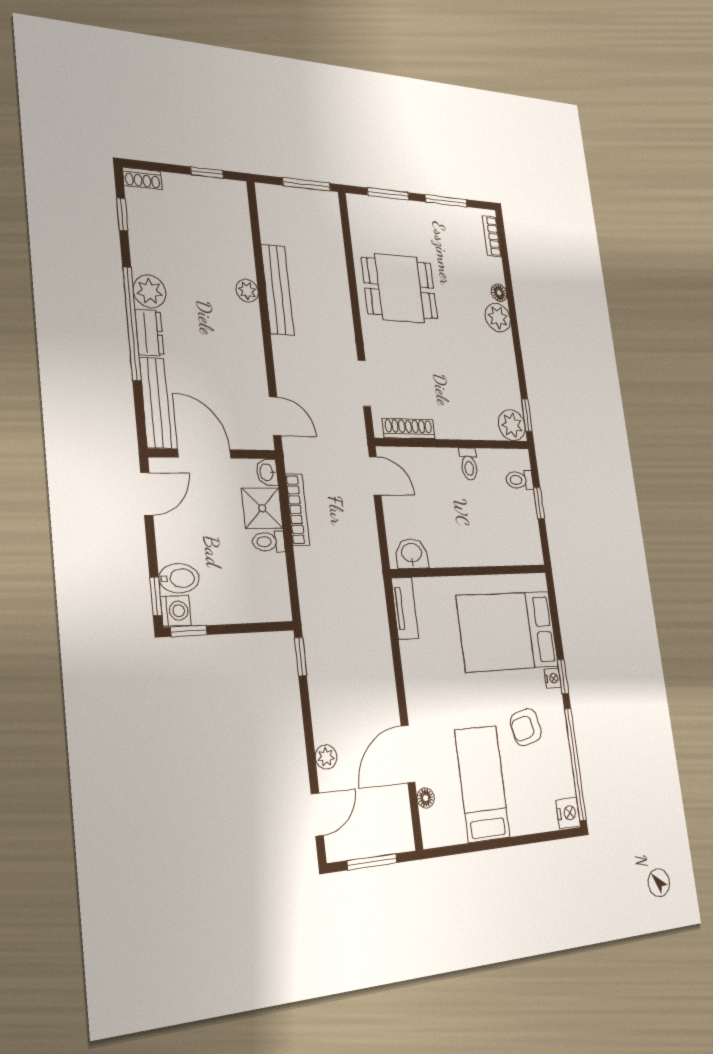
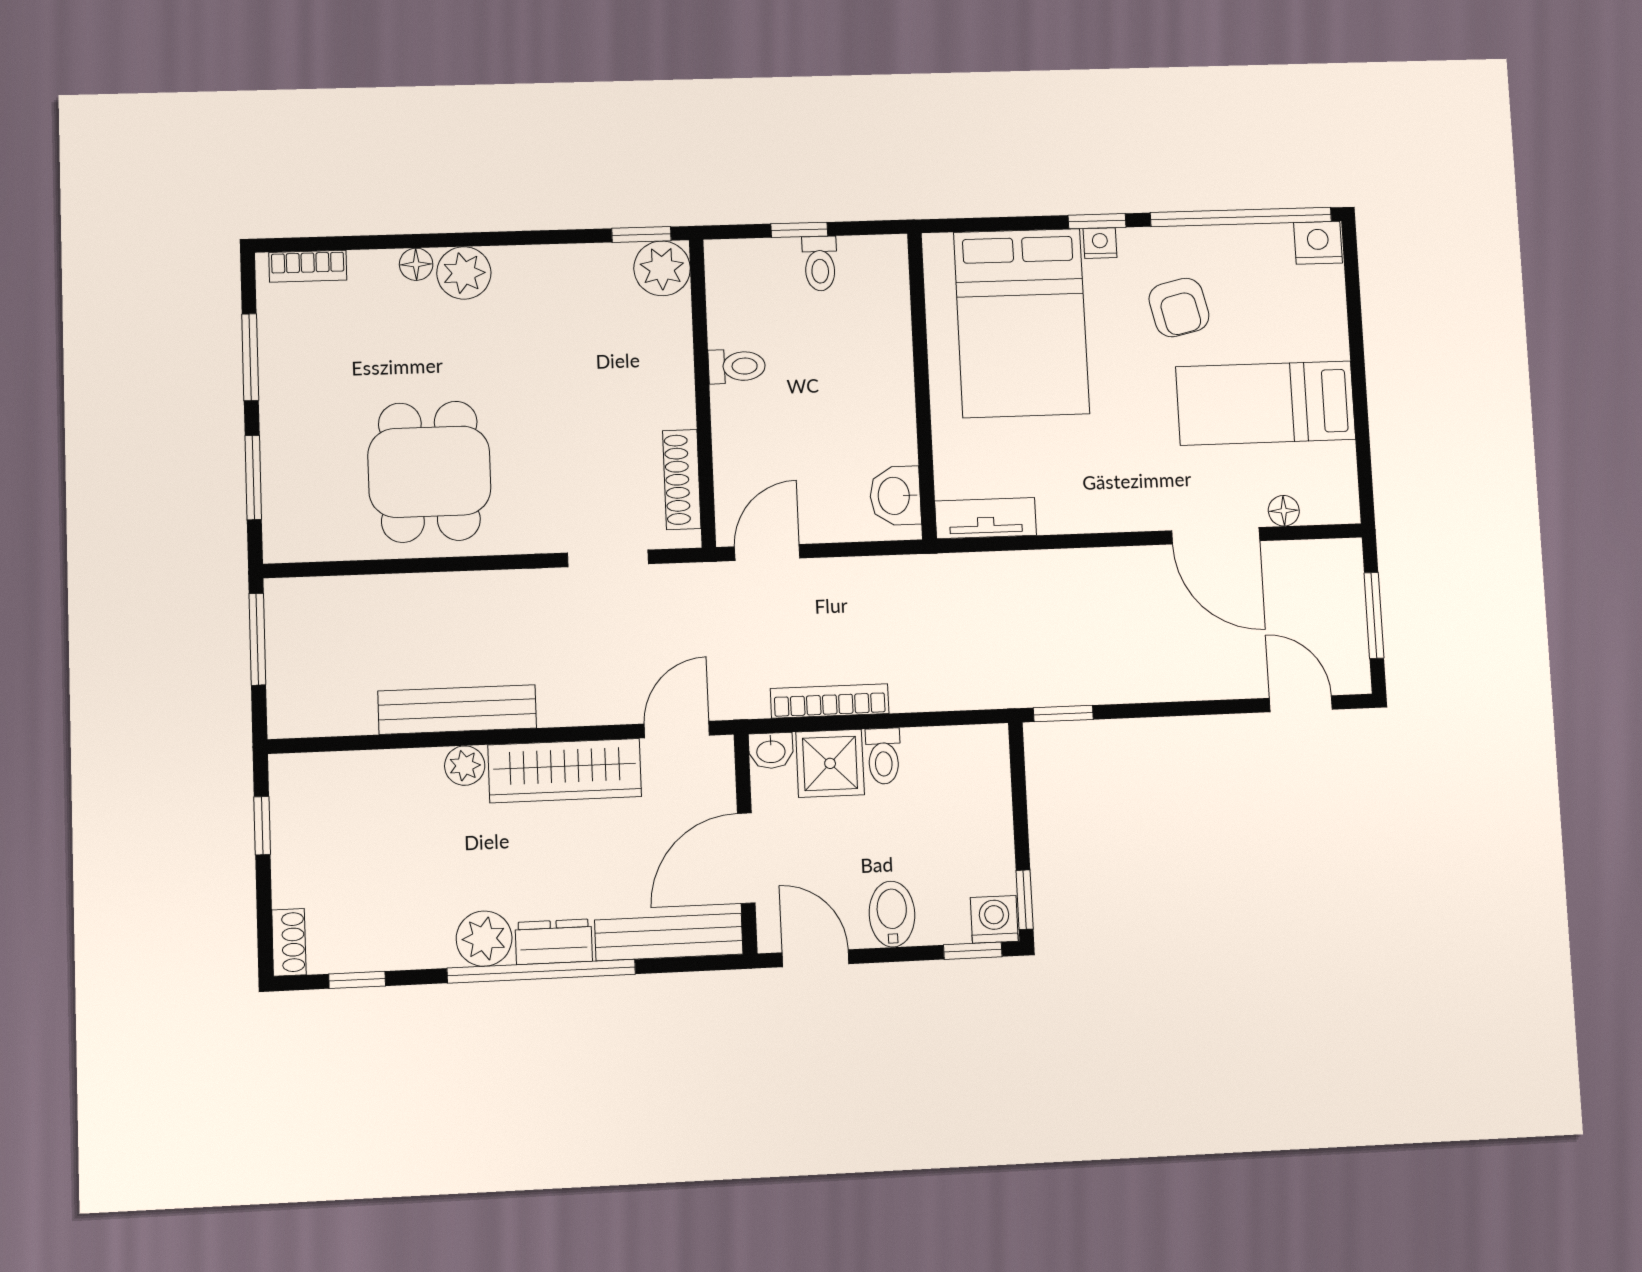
wardrobe: (248, 348) -> (565, 771), added
toilet: (519, 480) -> (820, 264), moved
bidet: (179, 578) -> (892, 914), moved
plant: (326, 757) -> (1216, 682), removed

